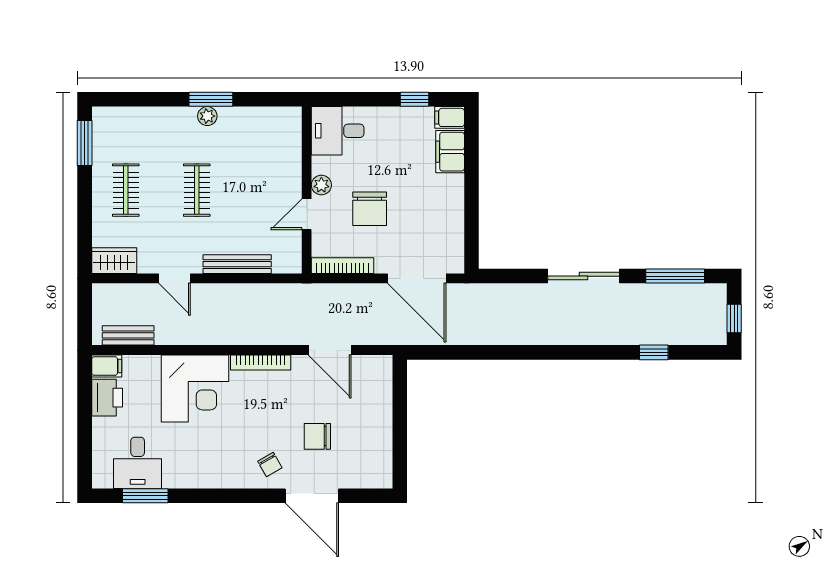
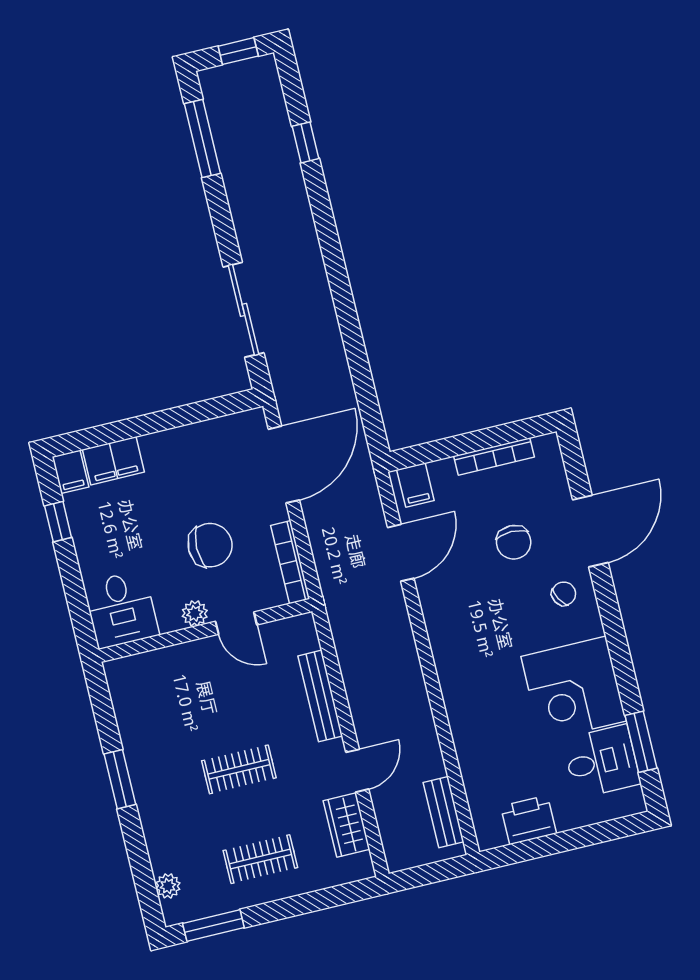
plant: (207, 116) -> (168, 886), moved
wardrobe: (114, 261) -> (347, 825), moved
sliding door: (584, 276) -> (243, 310), moved
bookcase: (261, 362) -> (494, 457), moved, turned 90
filing cabinet: (107, 366) -> (415, 485), moved, turned 180
corner desk: (195, 388) -> (574, 689), moved, turned 180

